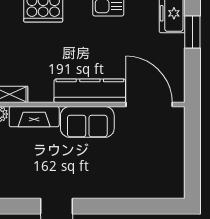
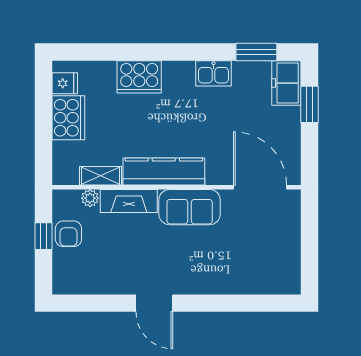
kitchen counter: (90, 91) -> (164, 172), moved

